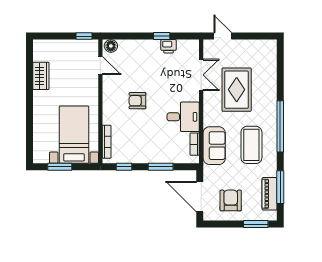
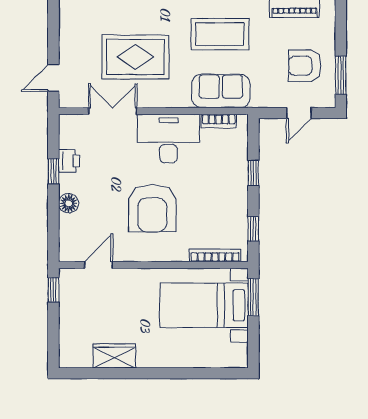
floor lamp: (111, 46) -> (69, 203), moved
armchair: (137, 101) -> (152, 208), width x1.88, depth x1.88
desk: (183, 117) -> (168, 138), width x1.37
window: (60, 167) -> (253, 297), moved
window: (161, 167) -> (253, 173), width x0.67
door: (200, 197) -> (299, 113), width x0.53
window: (256, 224) -> (341, 75), moved

